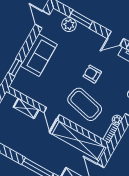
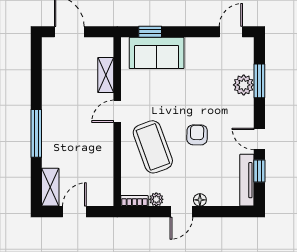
plant: (69, 25) -> (244, 85), moved
sofa: (39, 55) -> (157, 53), moved
coffee table: (85, 104) -> (153, 147), turned -33
shelving: (78, 140) -> (102, 165), removed

